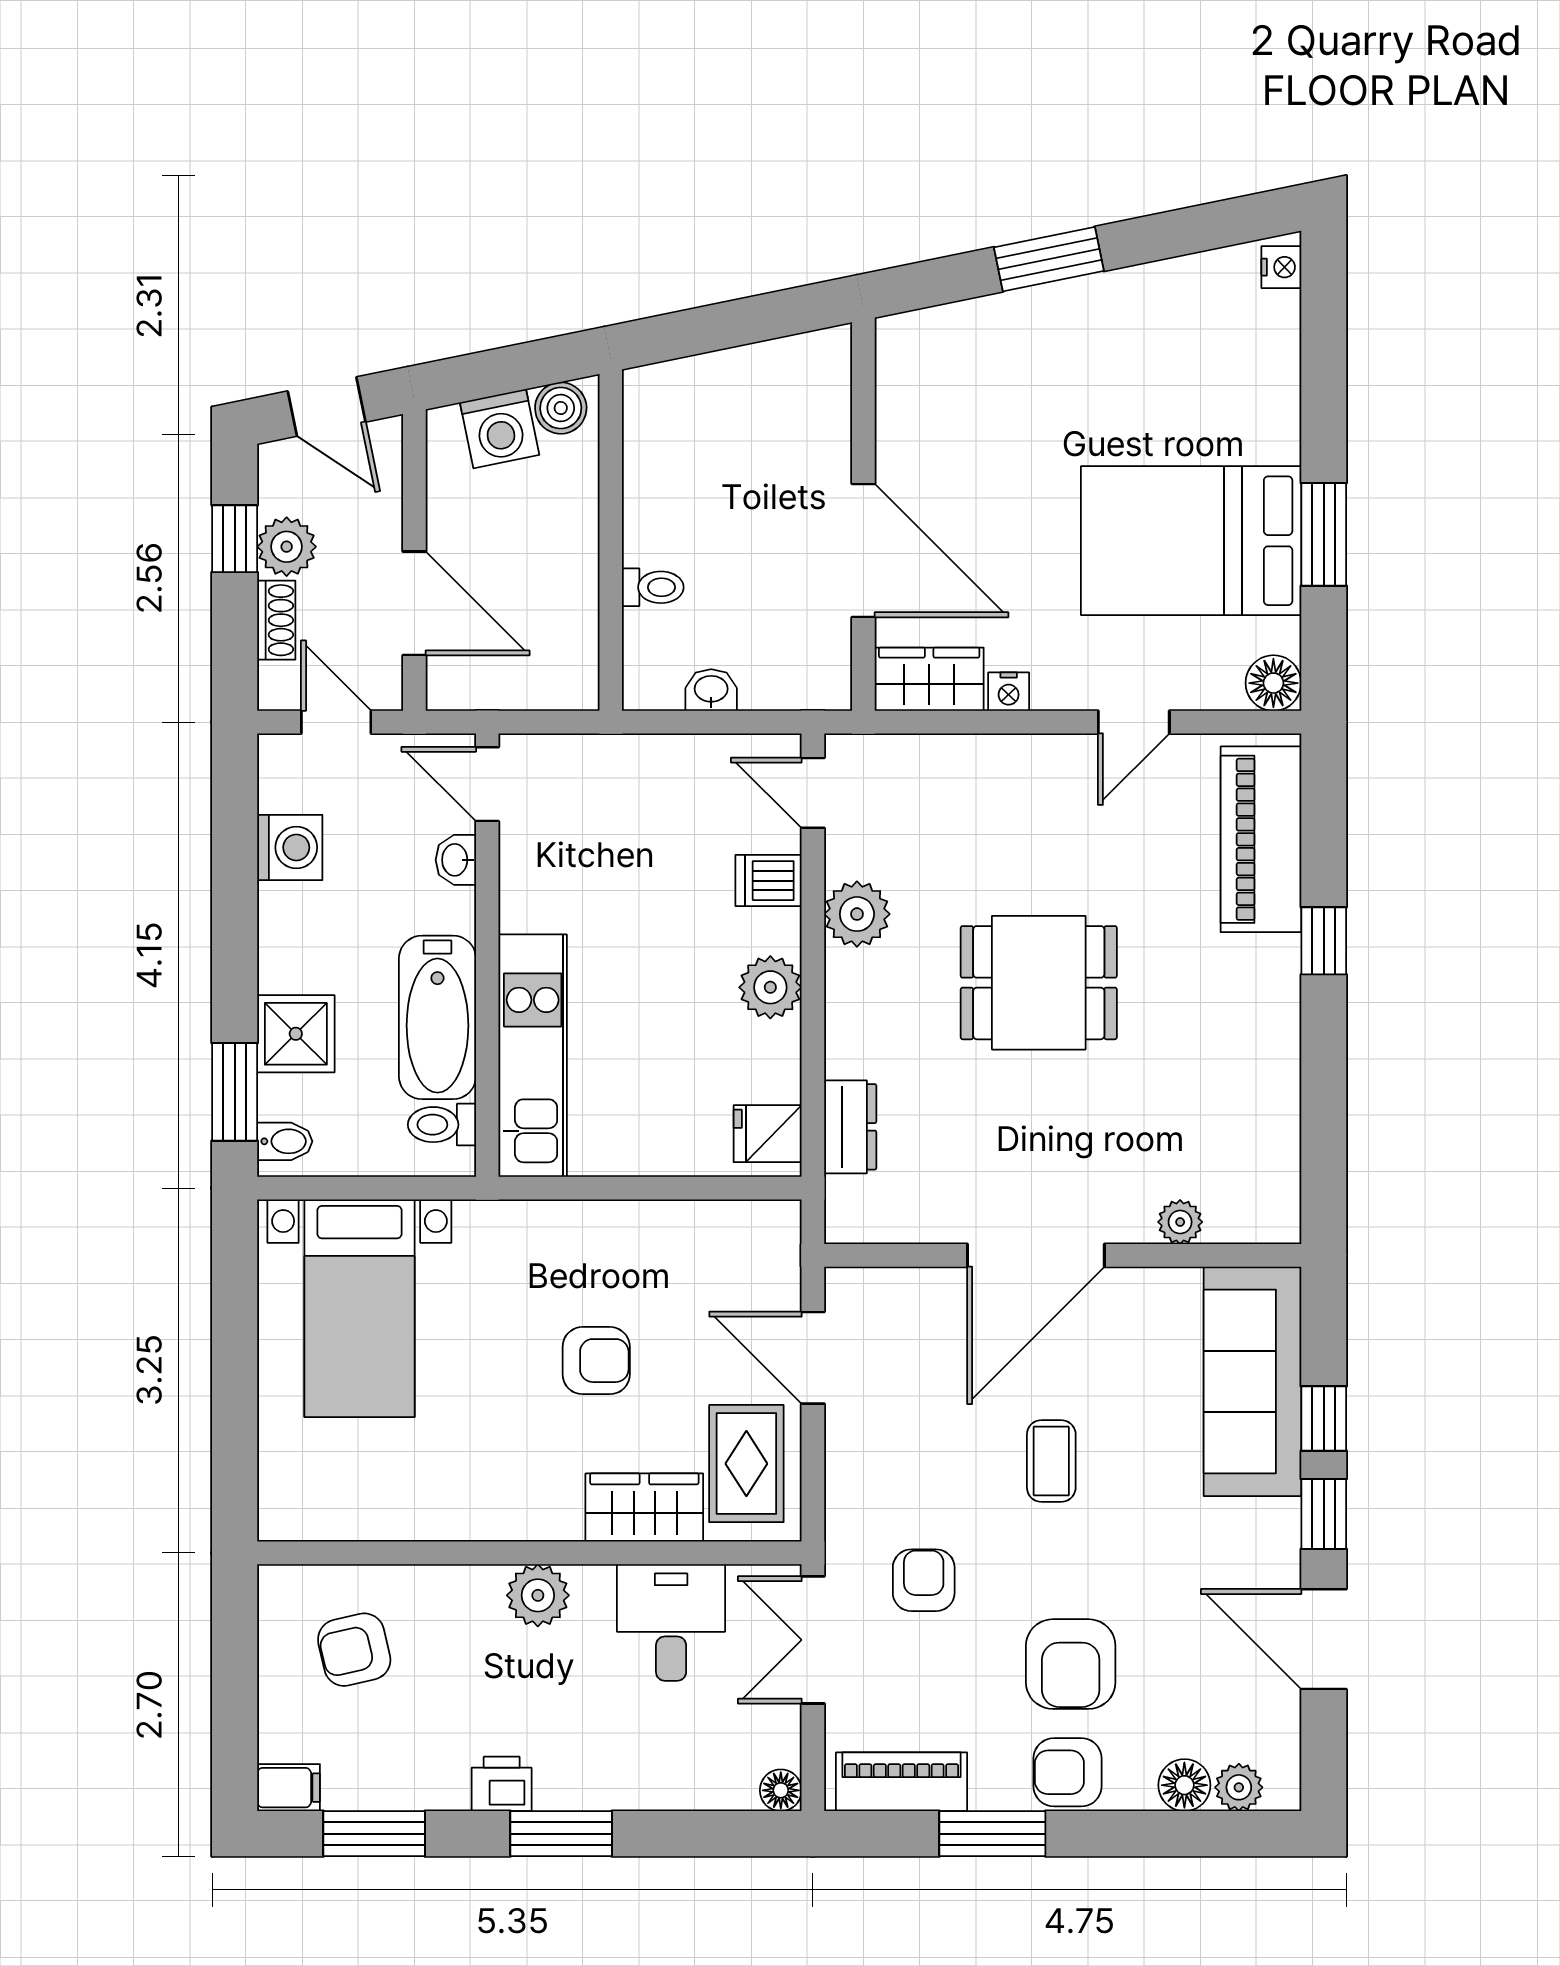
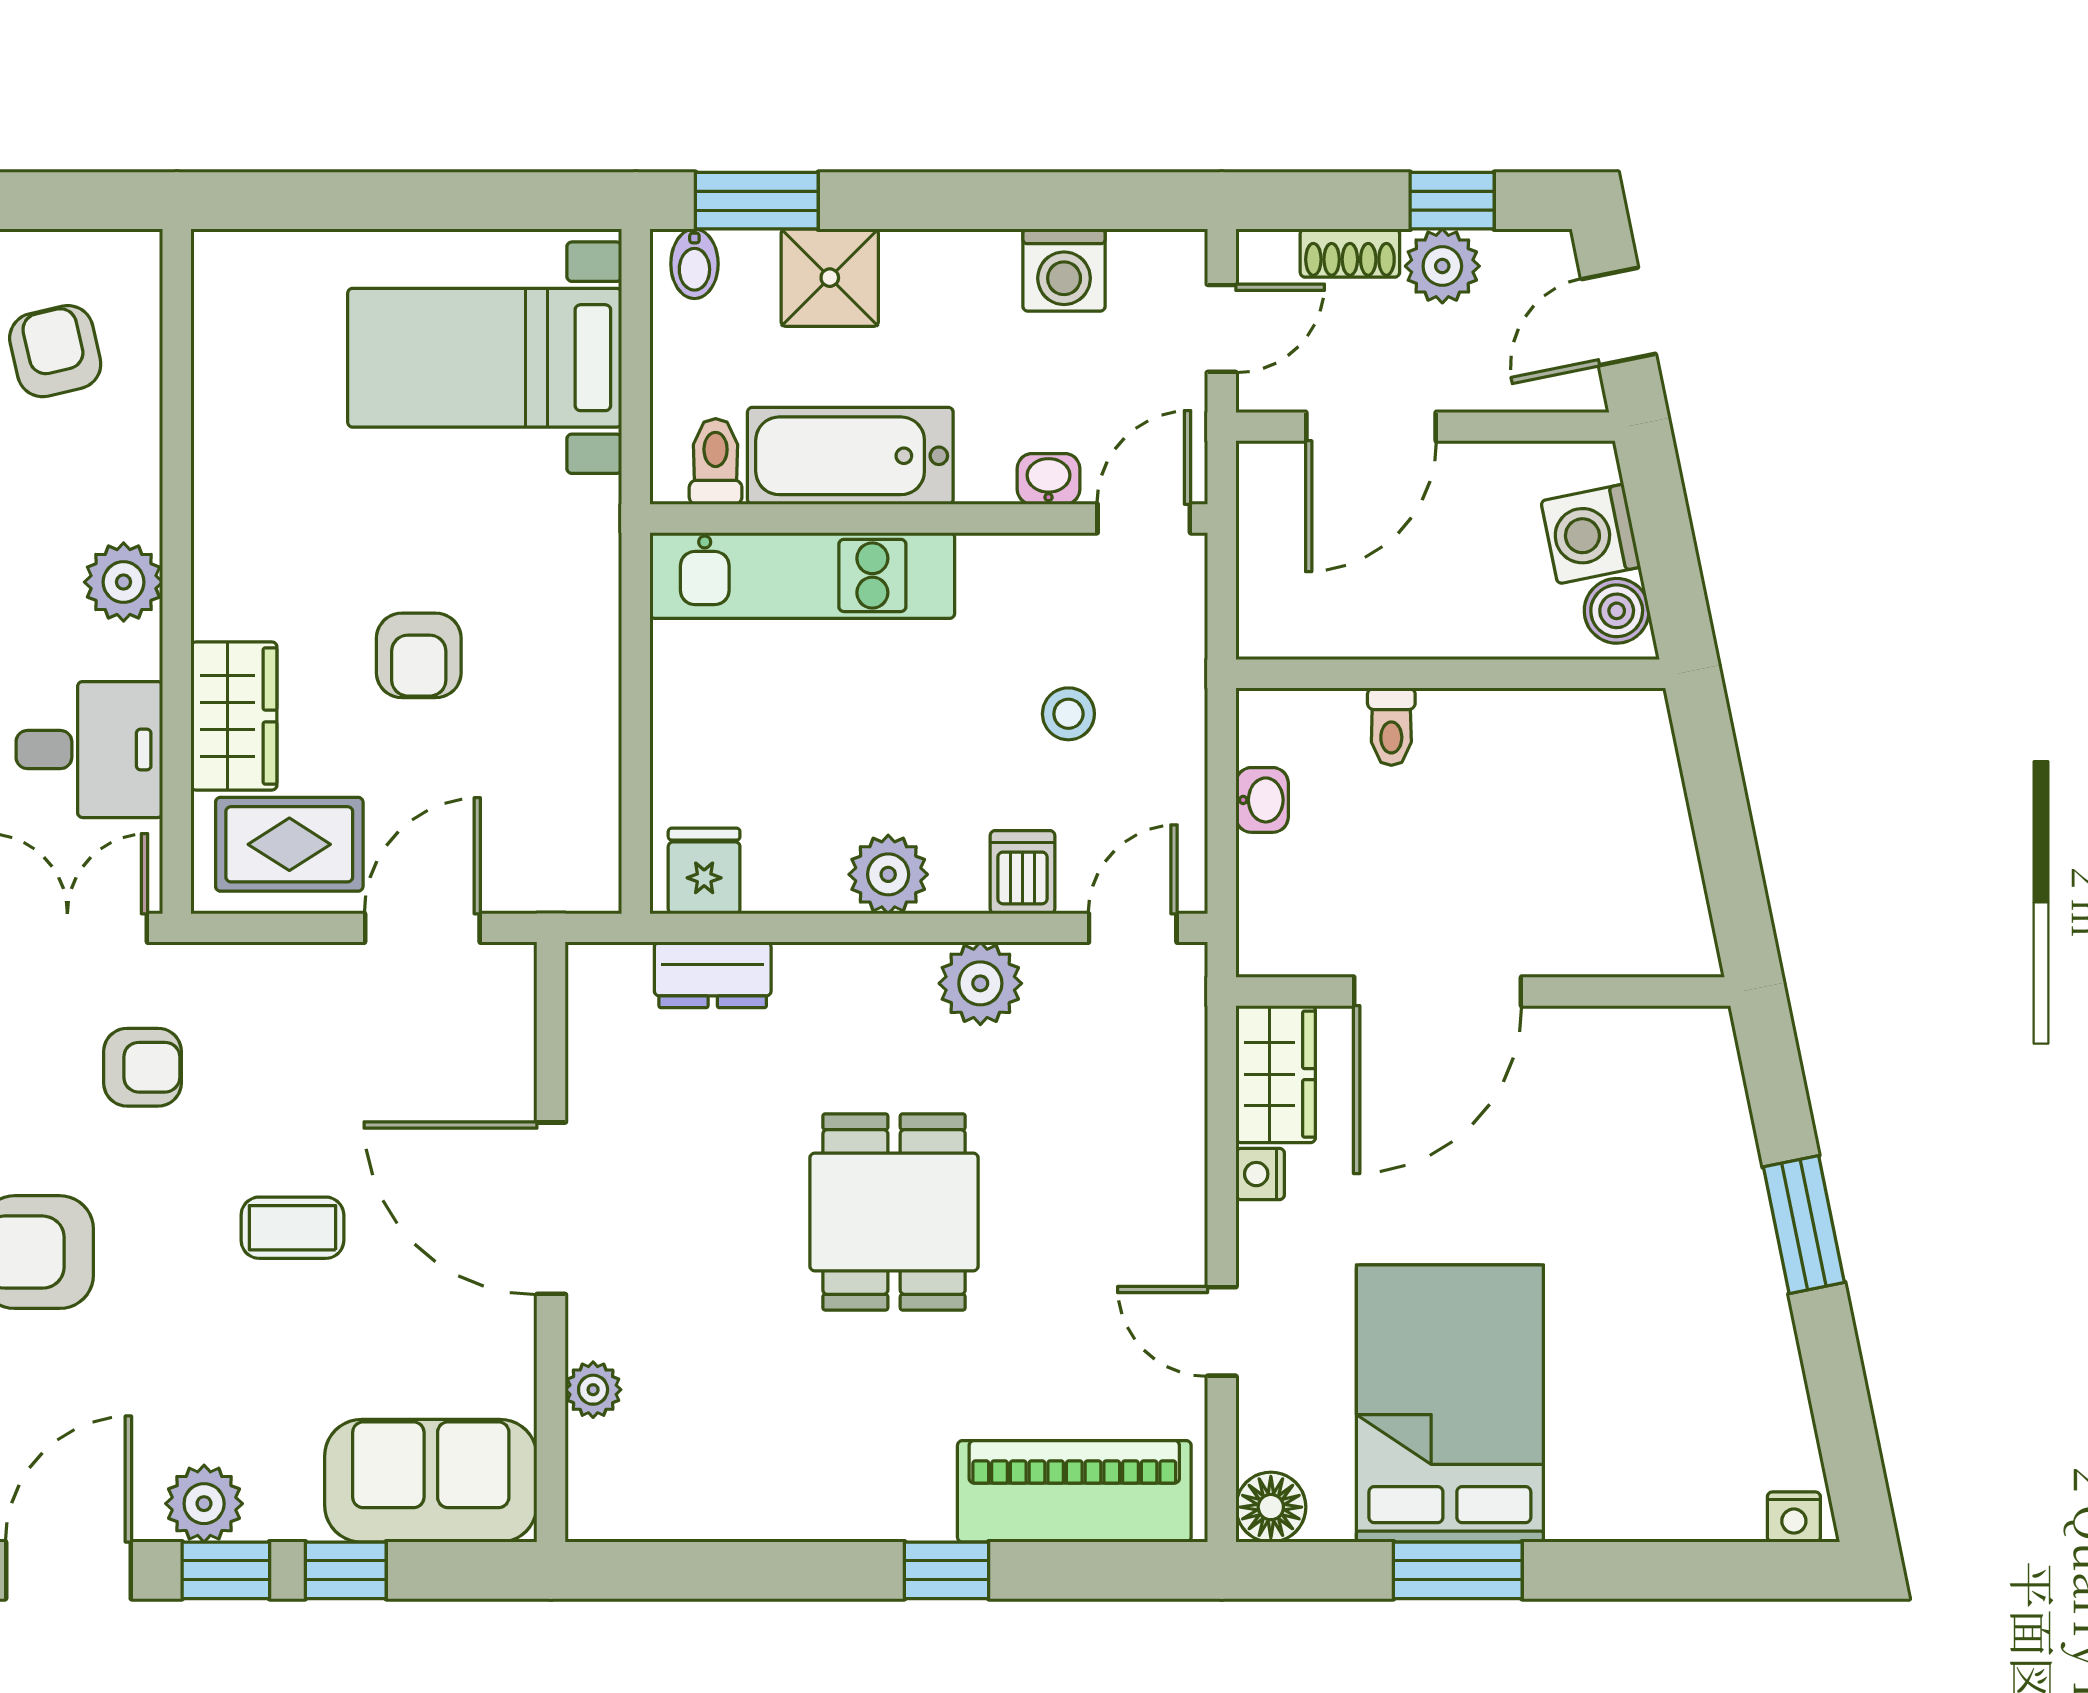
stool: (643, 844) -> (1068, 714), added
sofa: (1252, 1381) -> (431, 1481), width x0.73
plant: (1271, 1531) -> (204, 1504), added

